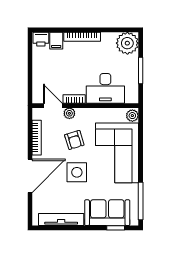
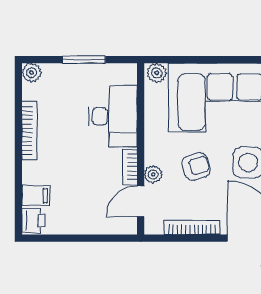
bookcase: (82, 37) -> (29, 130), moved
plant: (127, 43) -> (31, 73), width x0.53, depth x0.53

